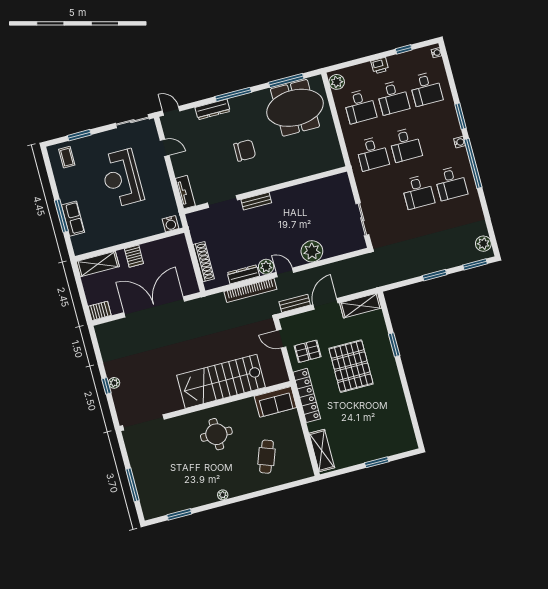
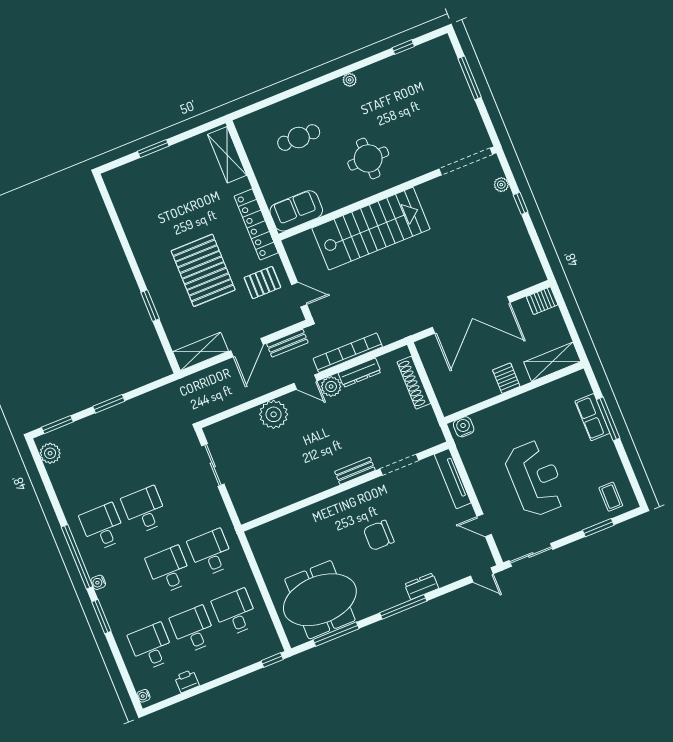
window: (404, 49) -> (272, 660), moved
printer: (380, 66) -> (187, 681), moved
plant: (337, 82) -> (270, 641), removed
dresser: (213, 109) -> (422, 586), width x0.70
tv unit: (185, 192) -> (453, 479), width x1.41
plant: (114, 383) -> (501, 185), moved
cafe table: (266, 457) -> (299, 137), turned 70
window: (179, 514) -> (403, 47), width x0.67

